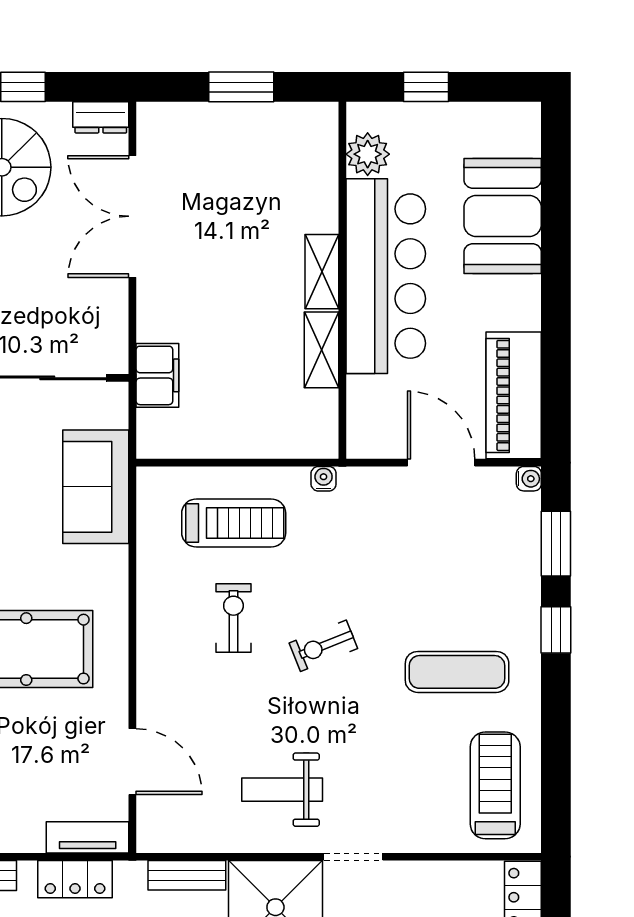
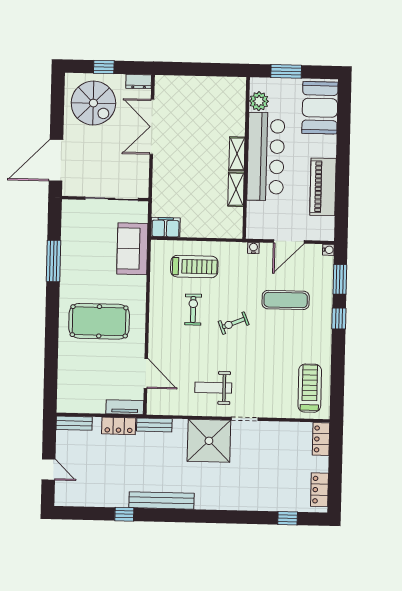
window: (241, 87) -> (203, 69), removed
window: (426, 87) -> (286, 71), width x1.50
booth: (503, 216) -> (320, 108), moved
filing cabinet: (157, 375) -> (166, 227), moved, turned -90
piano: (514, 395) -> (323, 187), moved
door: (441, 463) -> (289, 242), swing flipped
water cooler: (324, 479) -> (253, 248), moved
exercise mat: (457, 672) -> (286, 300), moved
bench: (187, 875) -> (154, 425), moved

